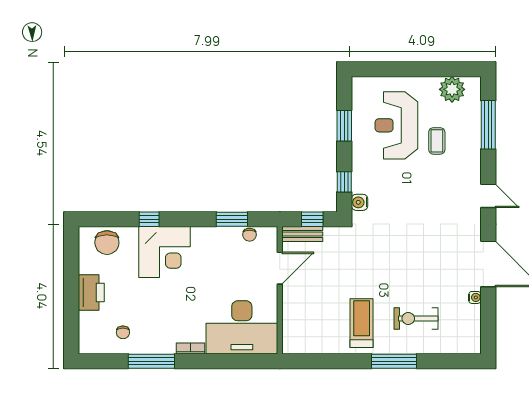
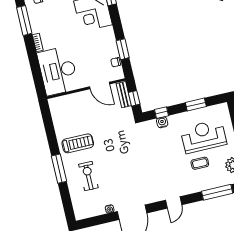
water cooler: (360, 202) -> (162, 122), moved

